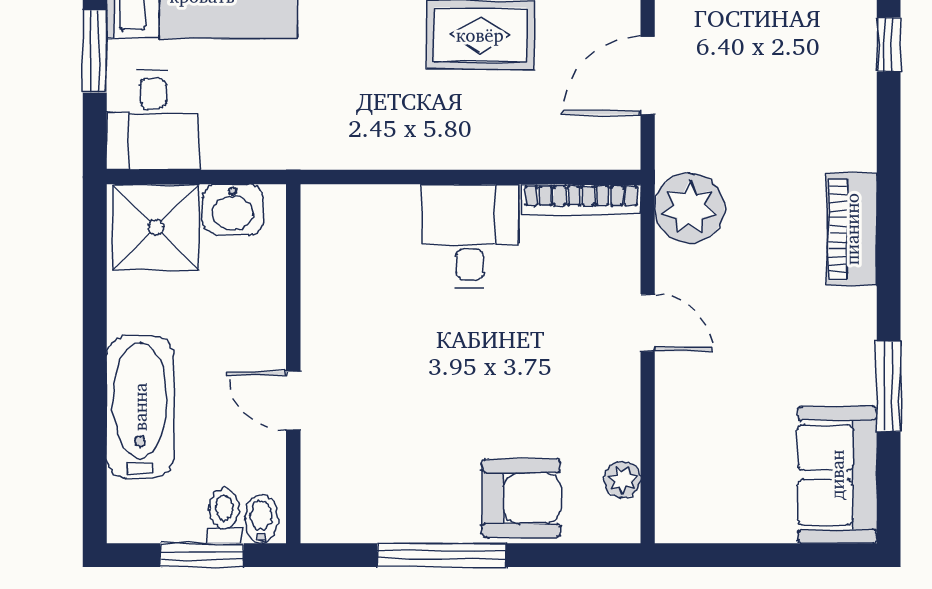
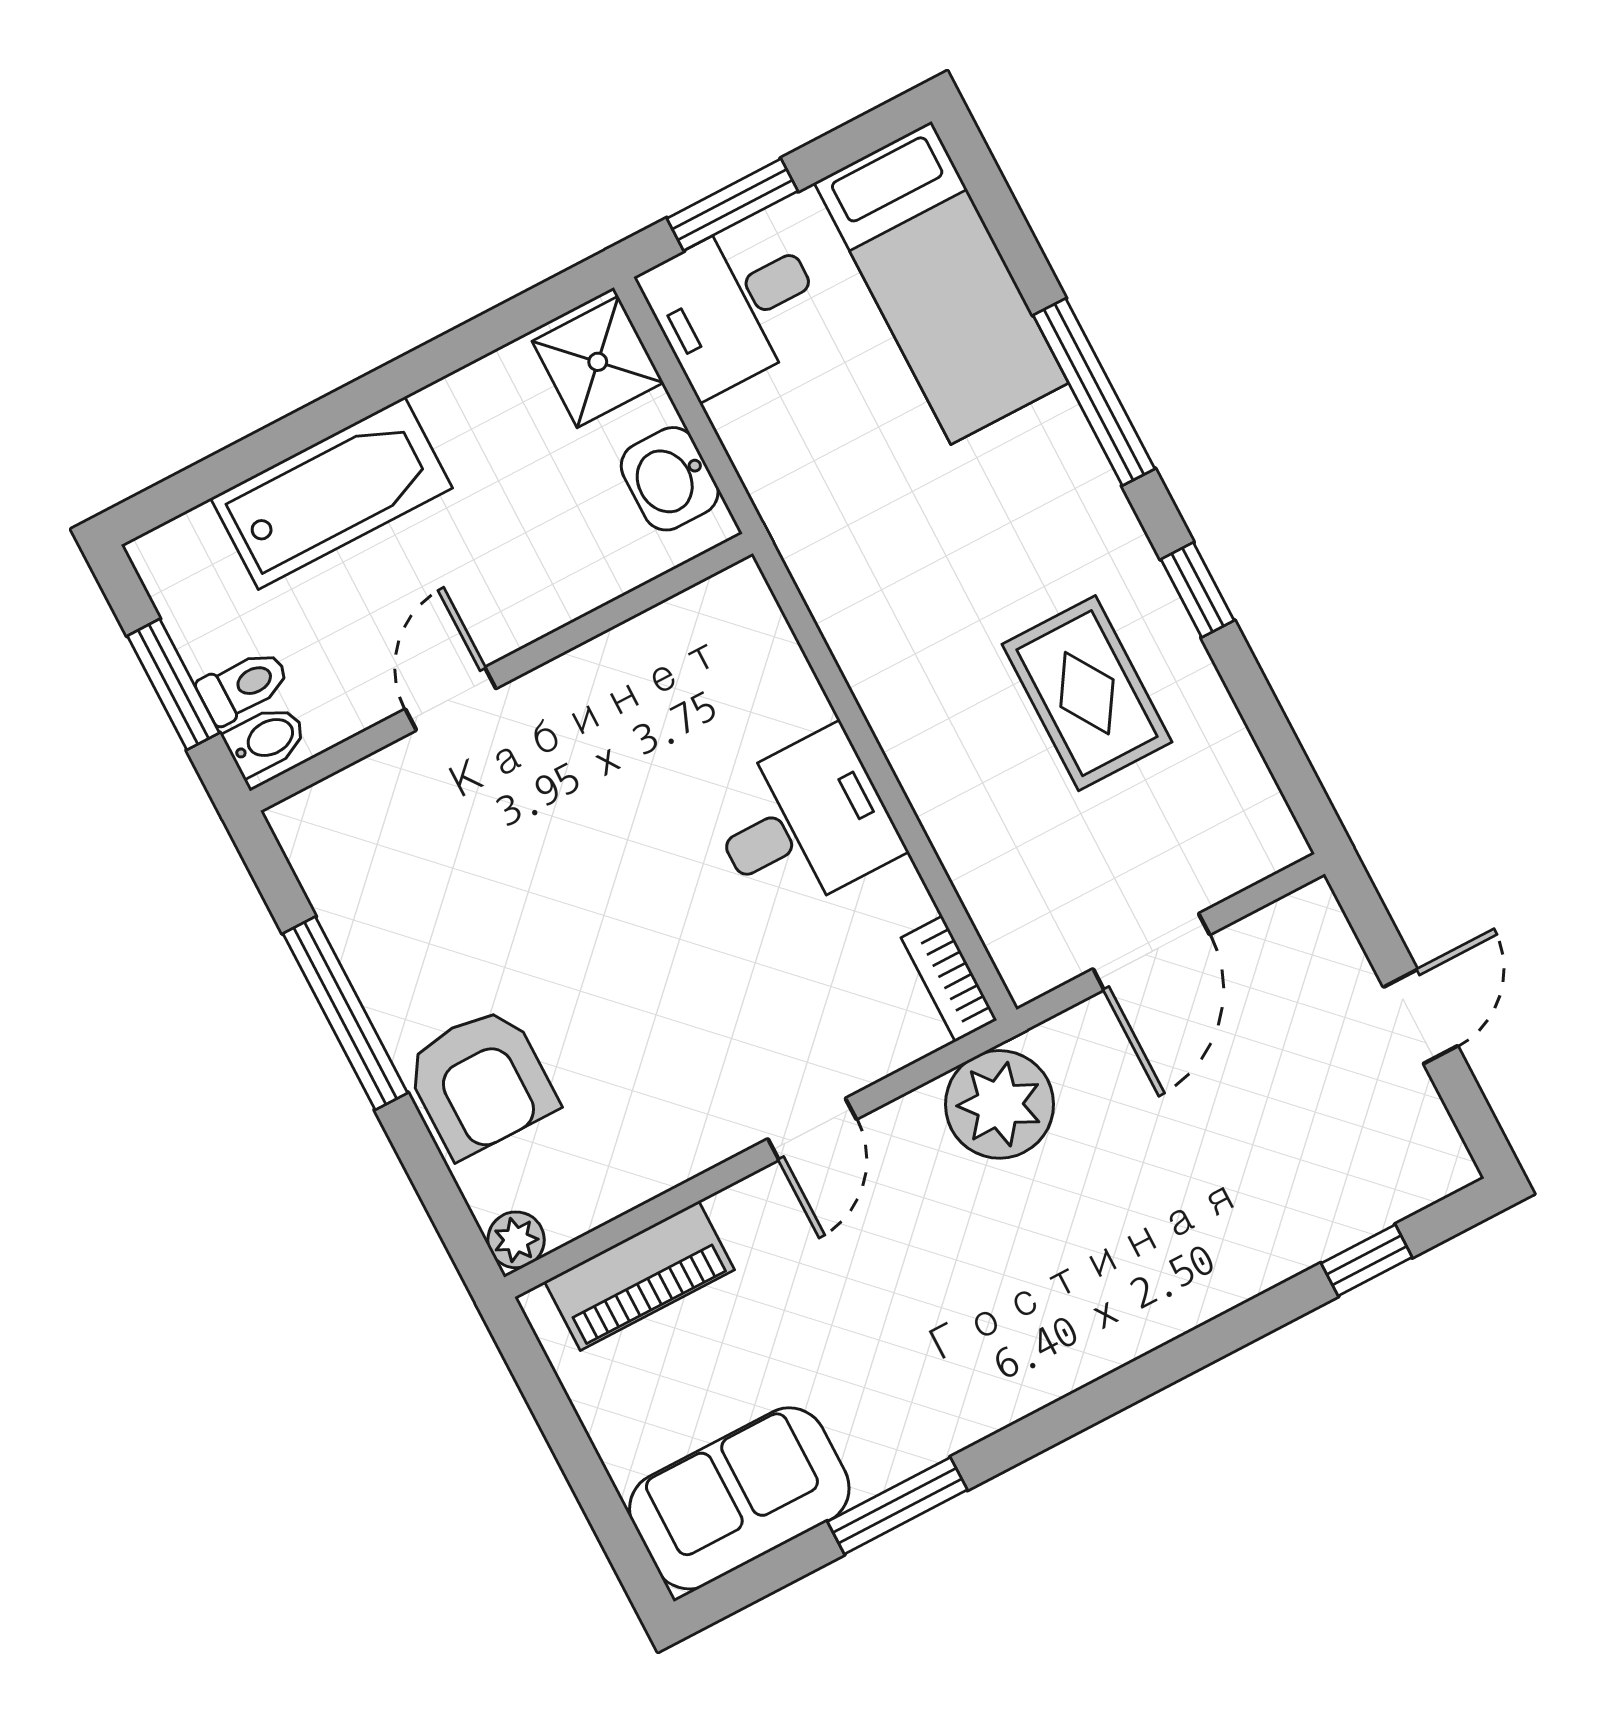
window: (95, 51) -> (732, 205), moved
door: (648, 75) -> (1151, 952), swing flipped
bookcase: (581, 199) -> (949, 979), width x0.64
shower: (156, 227) -> (598, 362), width x0.73, depth x0.73
piano: (852, 229) -> (640, 1276), moved, turned 180
plant: (622, 480) -> (516, 1240), moved

